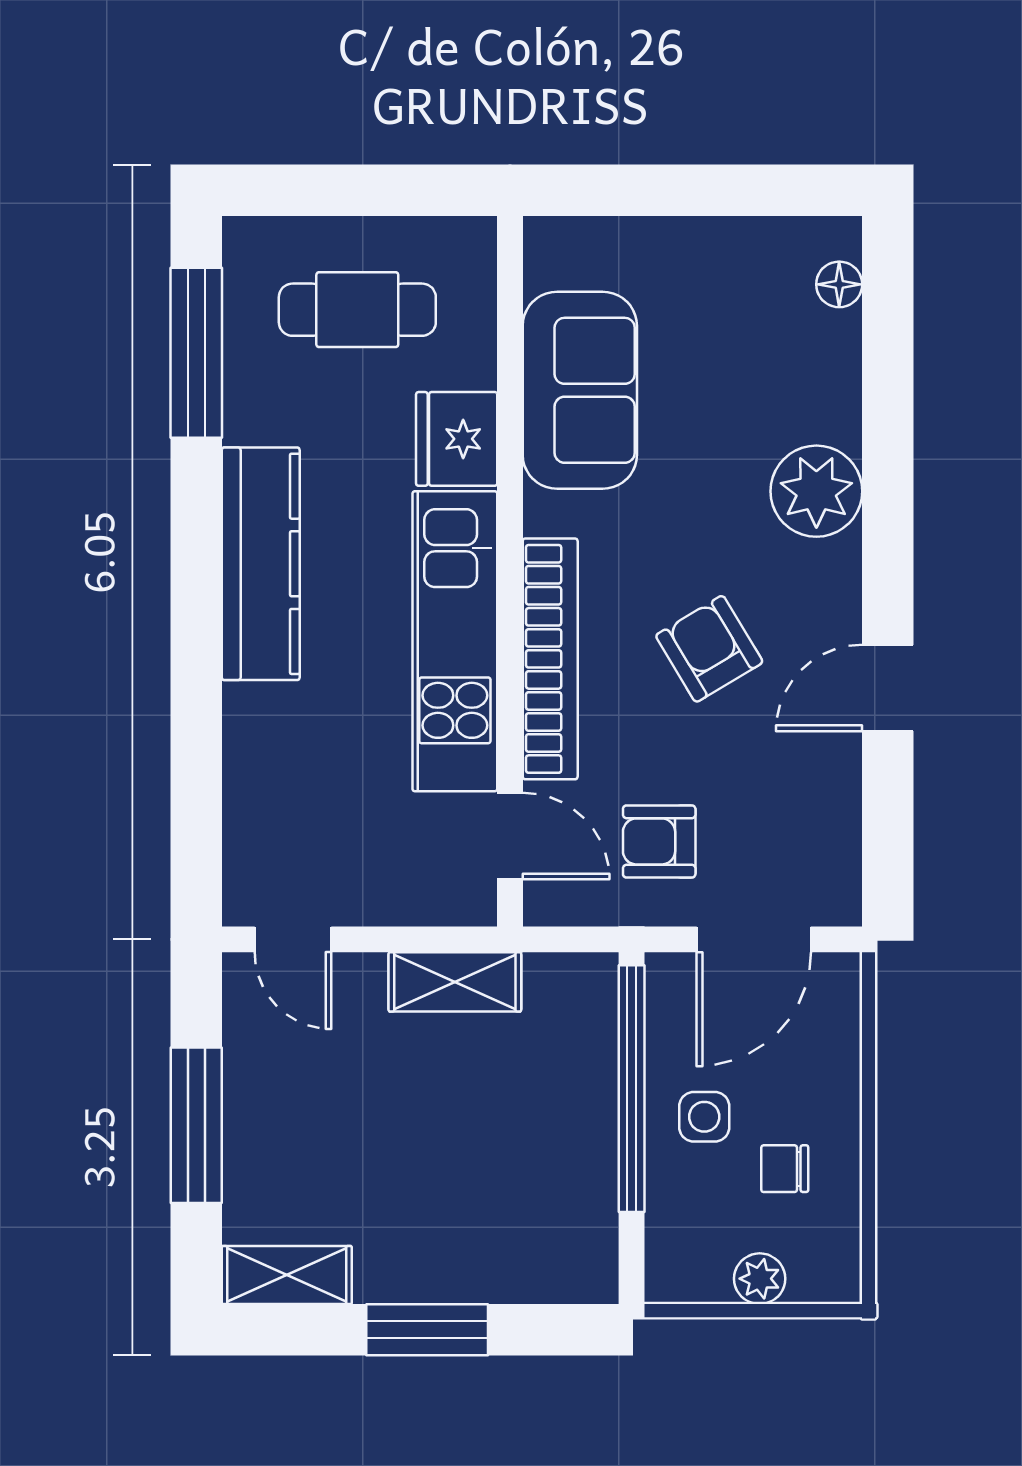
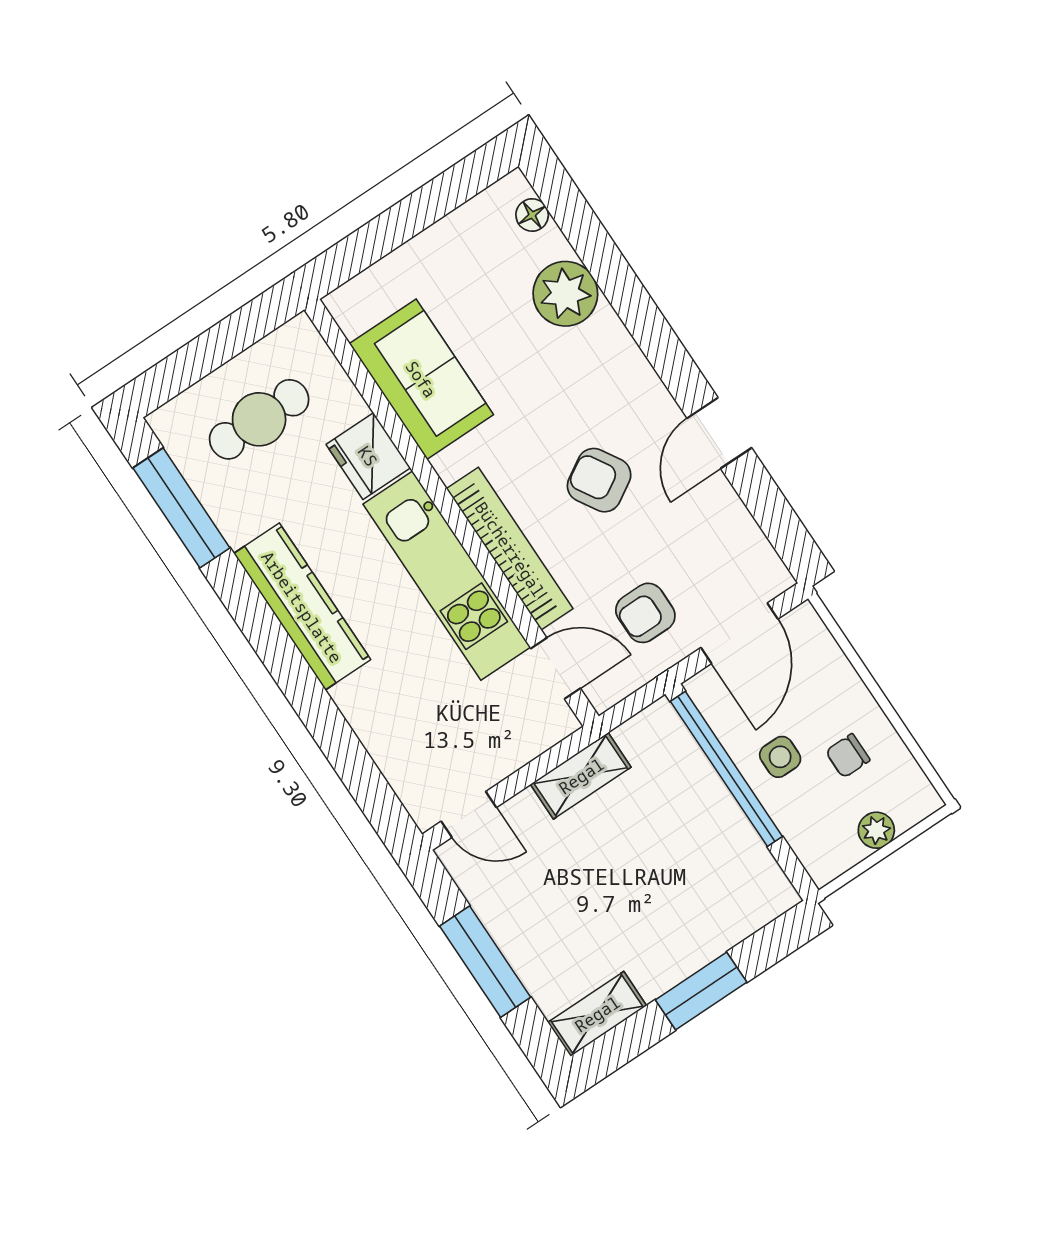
plant: (816, 491) -> (565, 294), moved

